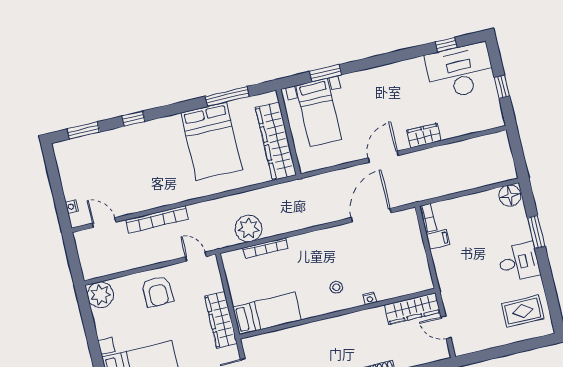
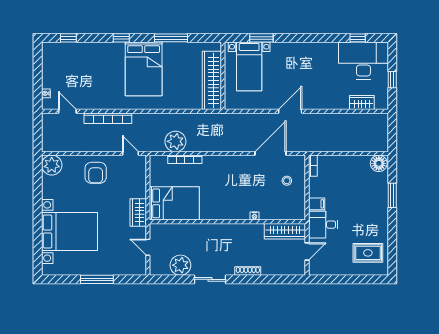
window: (227, 96) -> (171, 38), moved
window: (134, 119) -> (121, 38), moved
window: (84, 130) -> (68, 38), width x0.67
wardrobe: (424, 136) -> (362, 103), moved
bed: (211, 141) -> (144, 69), moved
filing cabinet: (438, 239) -> (317, 204), moved
desk: (519, 262) -> (323, 225), moved, turned 180
stool: (336, 287) -> (287, 181), moved
bed: (267, 313) -> (174, 203), width x1.50
wardrobe: (221, 320) -> (138, 212), width x0.67
door: (446, 327) -> (307, 251), swing flipped

